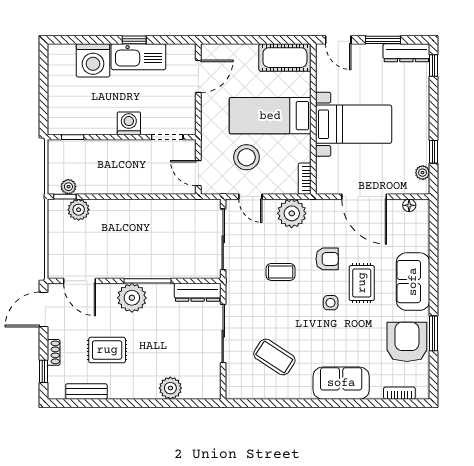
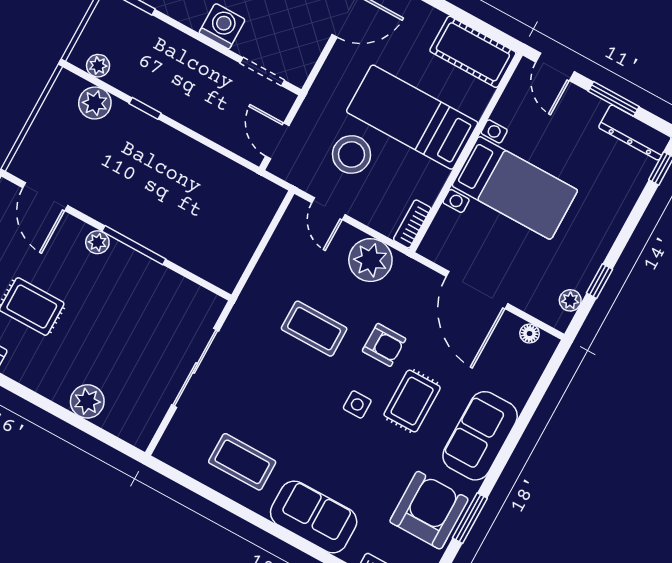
window: (65, 197) -> (145, 108), moved
sliding door: (223, 239) -> (262, 245), removed
coffee table: (281, 272) -> (314, 329), width x1.36, depth x1.30
dresser: (198, 292) -> (191, 296), removed
plant: (132, 298) -> (97, 242), width x0.53, depth x0.53
coffee table: (274, 357) -> (242, 462), moved, turned -33

